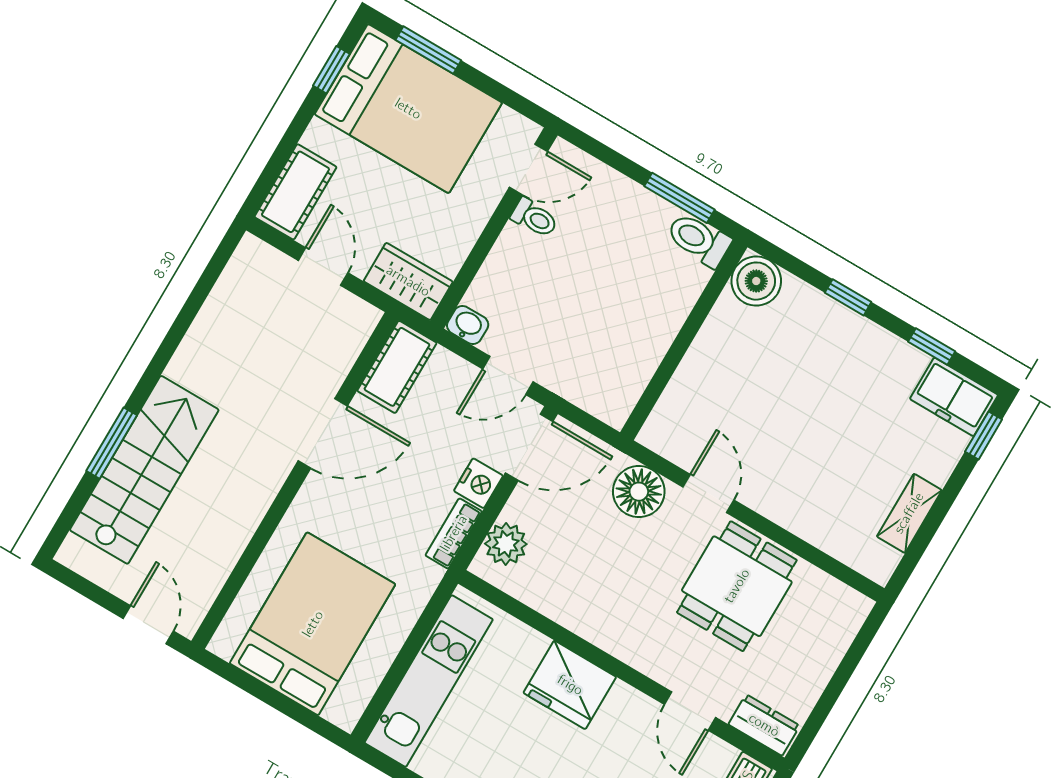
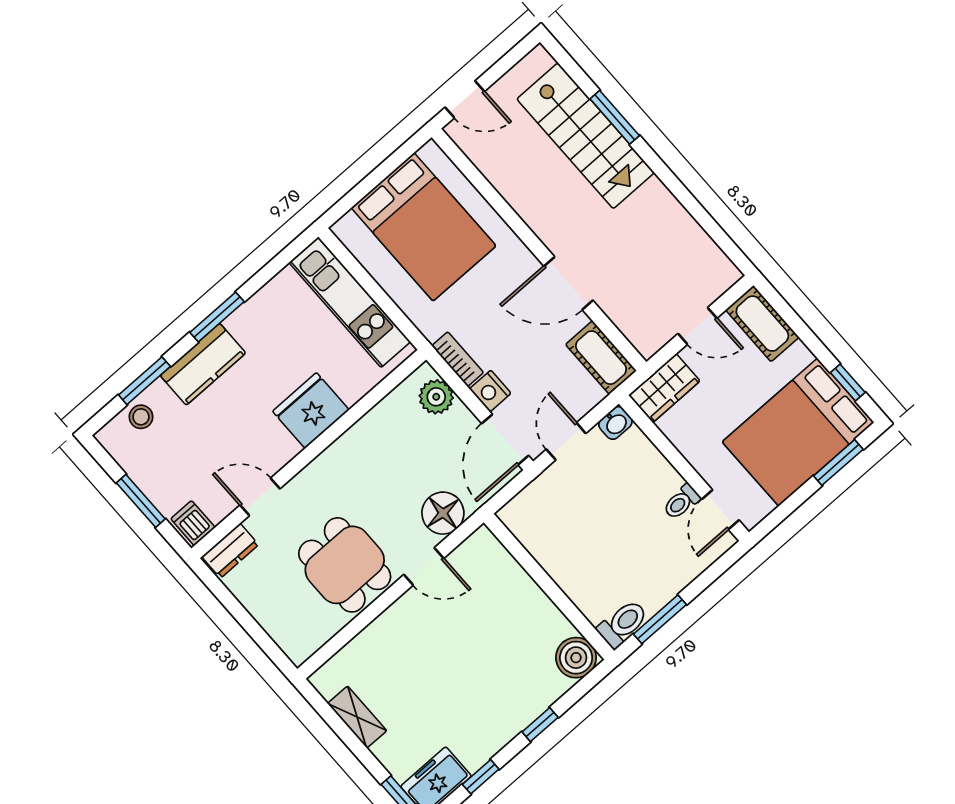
door: (323, 433) -> (568, 283), hinge flipped

